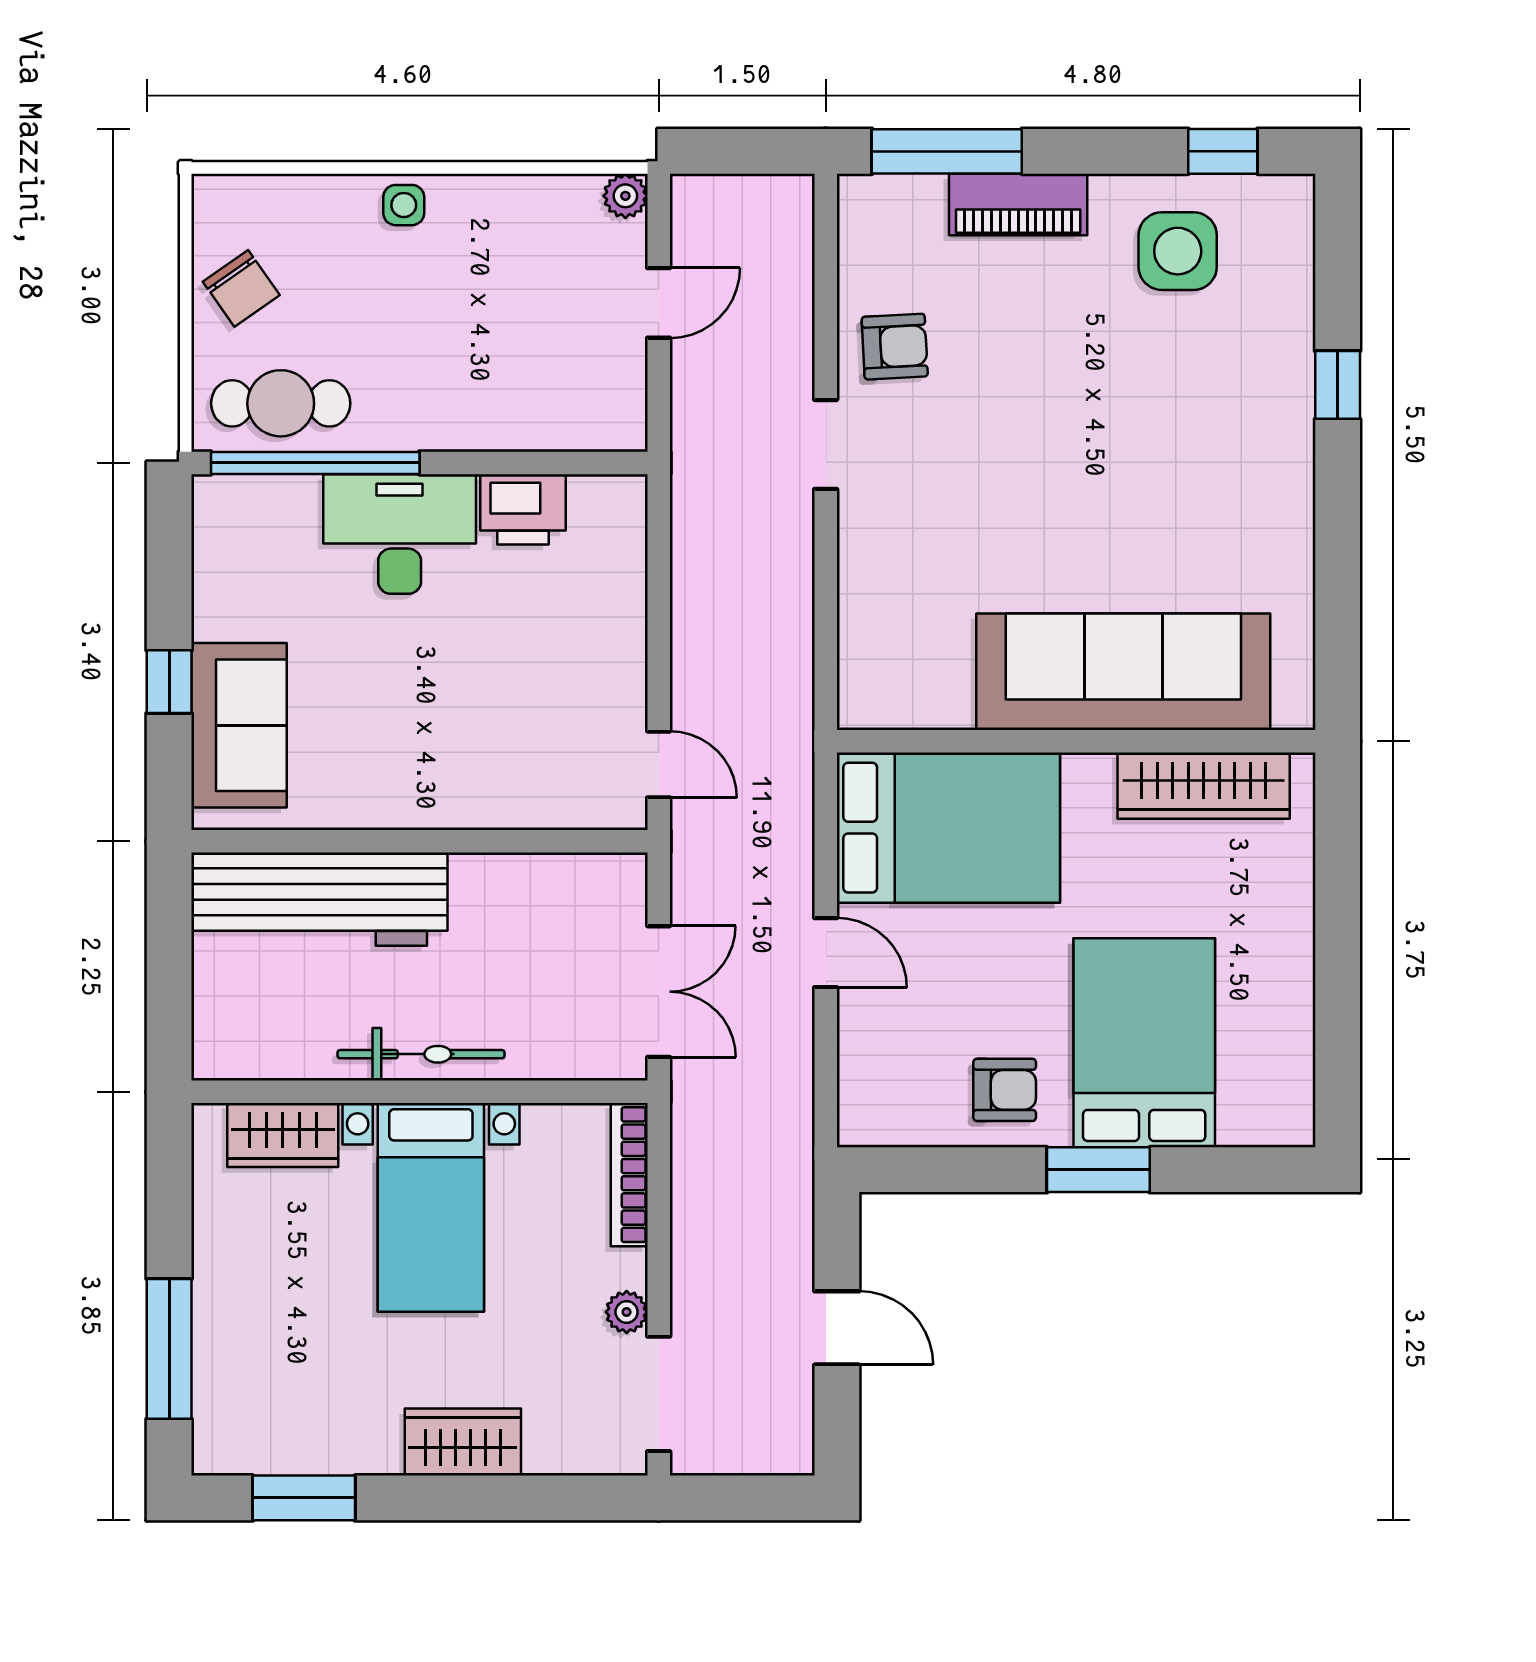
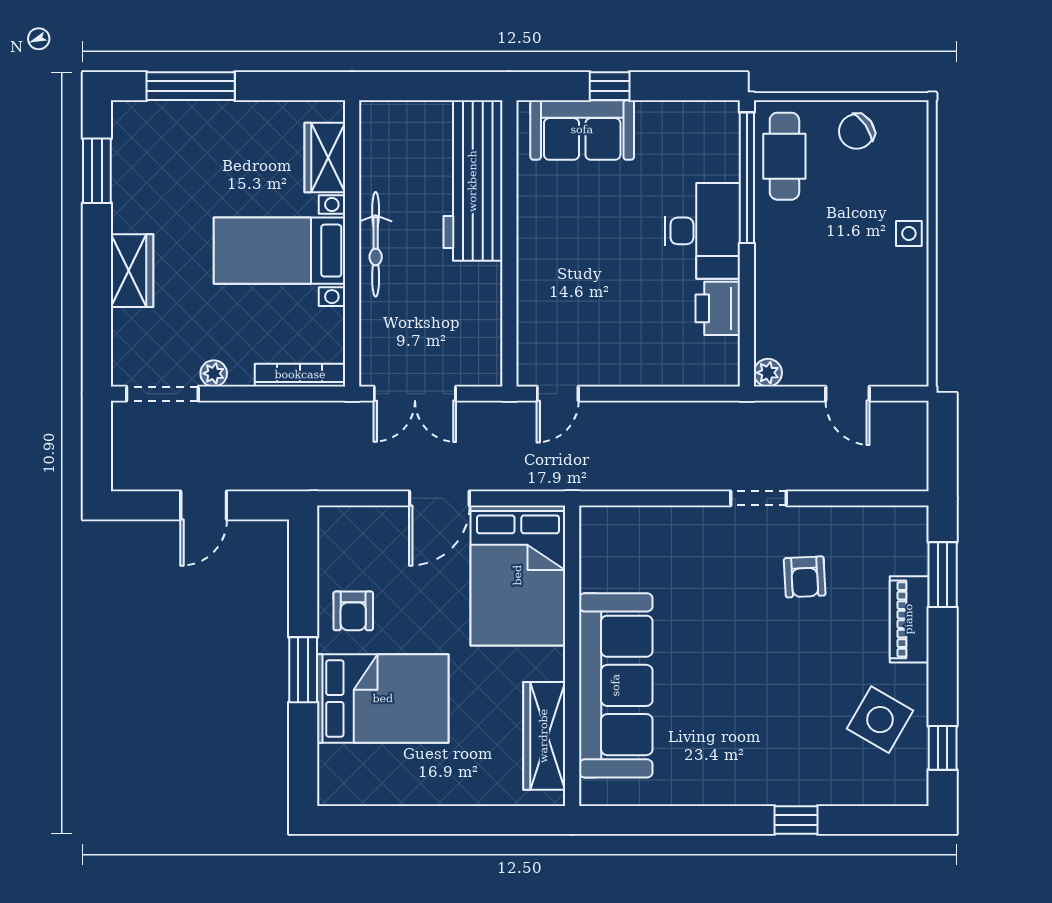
window: (947, 151) -> (943, 575), width x0.69
plant: (625, 196) -> (768, 373), moved
side table: (1178, 251) -> (880, 720), turned 30
armchair: (895, 347) -> (805, 577), moved
door: (826, 953) -> (439, 498), width x1.38

